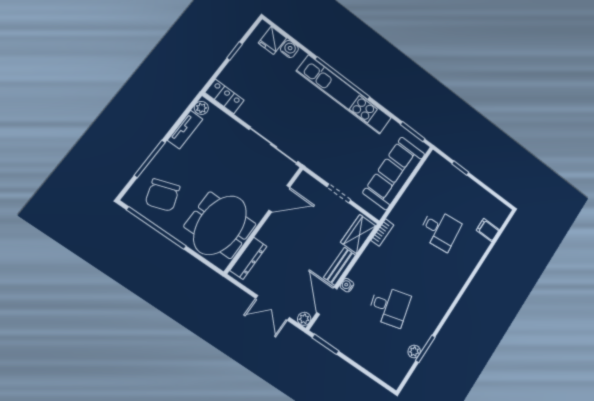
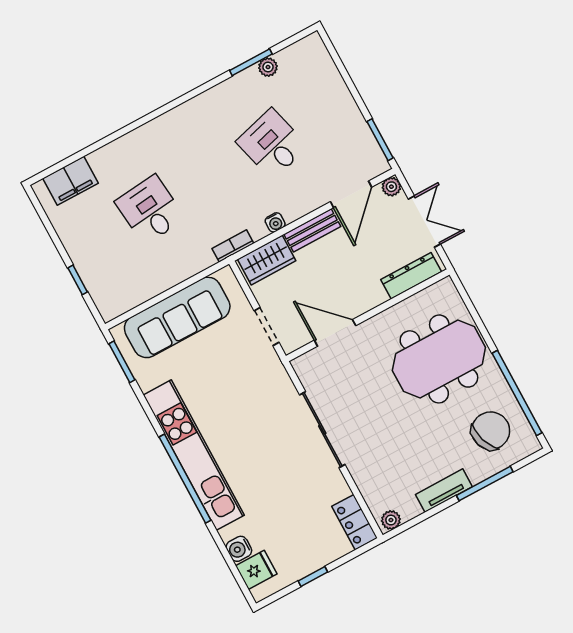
tv unit: (185, 130) -> (444, 491), moved
door: (279, 199) -> (335, 333), moved
wall: (264, 220) -> (368, 315), moved
filing cabinet: (488, 230) -> (71, 181), width x2.00
dresser: (248, 258) -> (411, 276), moved
water cooler: (347, 285) -> (275, 222), moved

